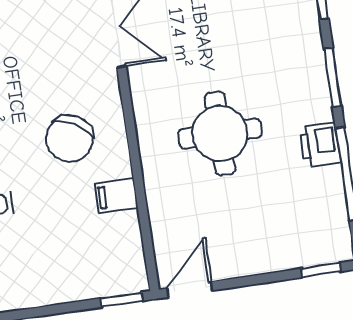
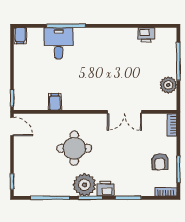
plant: (303, 96) -> (85, 185), added
chair: (70, 139) -> (81, 86), removed
printer: (320, 145) -> (105, 189), moved

